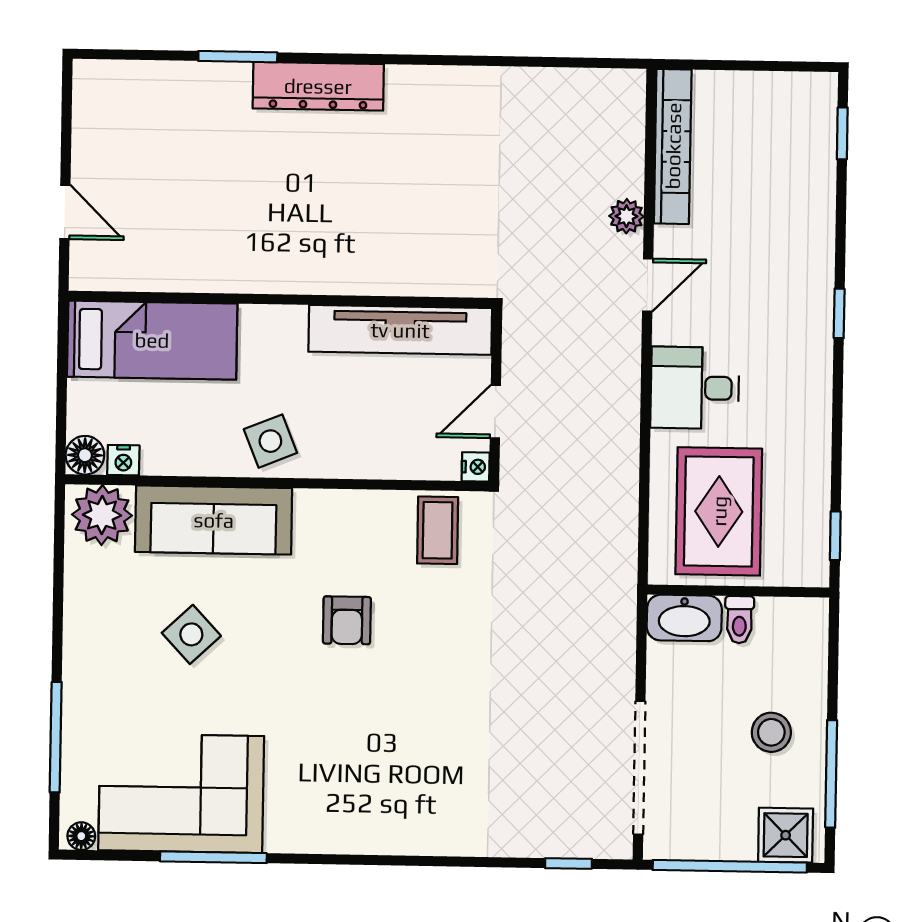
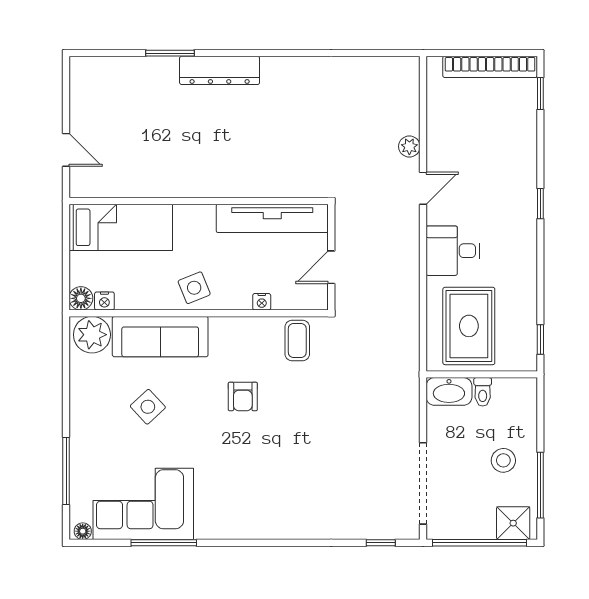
bookcase: (673, 146) -> (490, 67), moved, turned 90
nightstand: (476, 467) -> (262, 302), moved, turned 90

